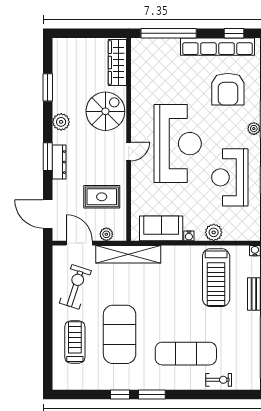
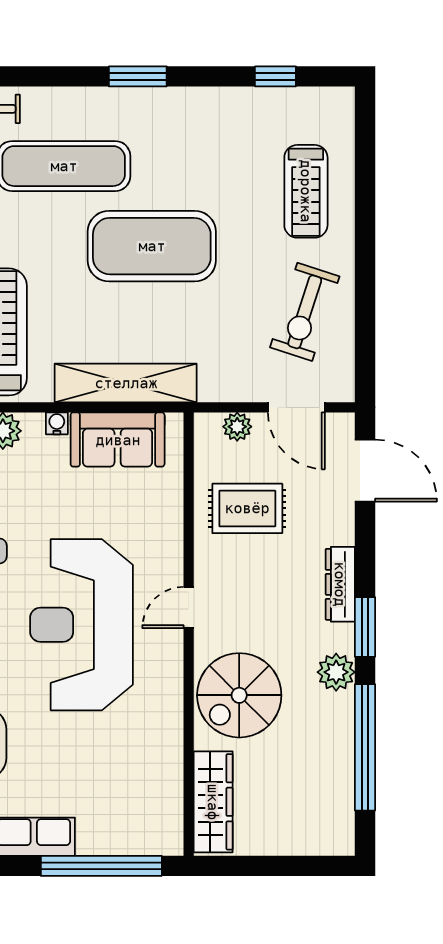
window: (48, 87) -> (365, 747), width x2.11
window: (48, 157) -> (365, 627), moved
shelving: (128, 254) -> (126, 383), moved
exercise mat: (120, 334) -> (152, 246), moved, turned 90
window: (120, 395) -> (275, 76), moved

